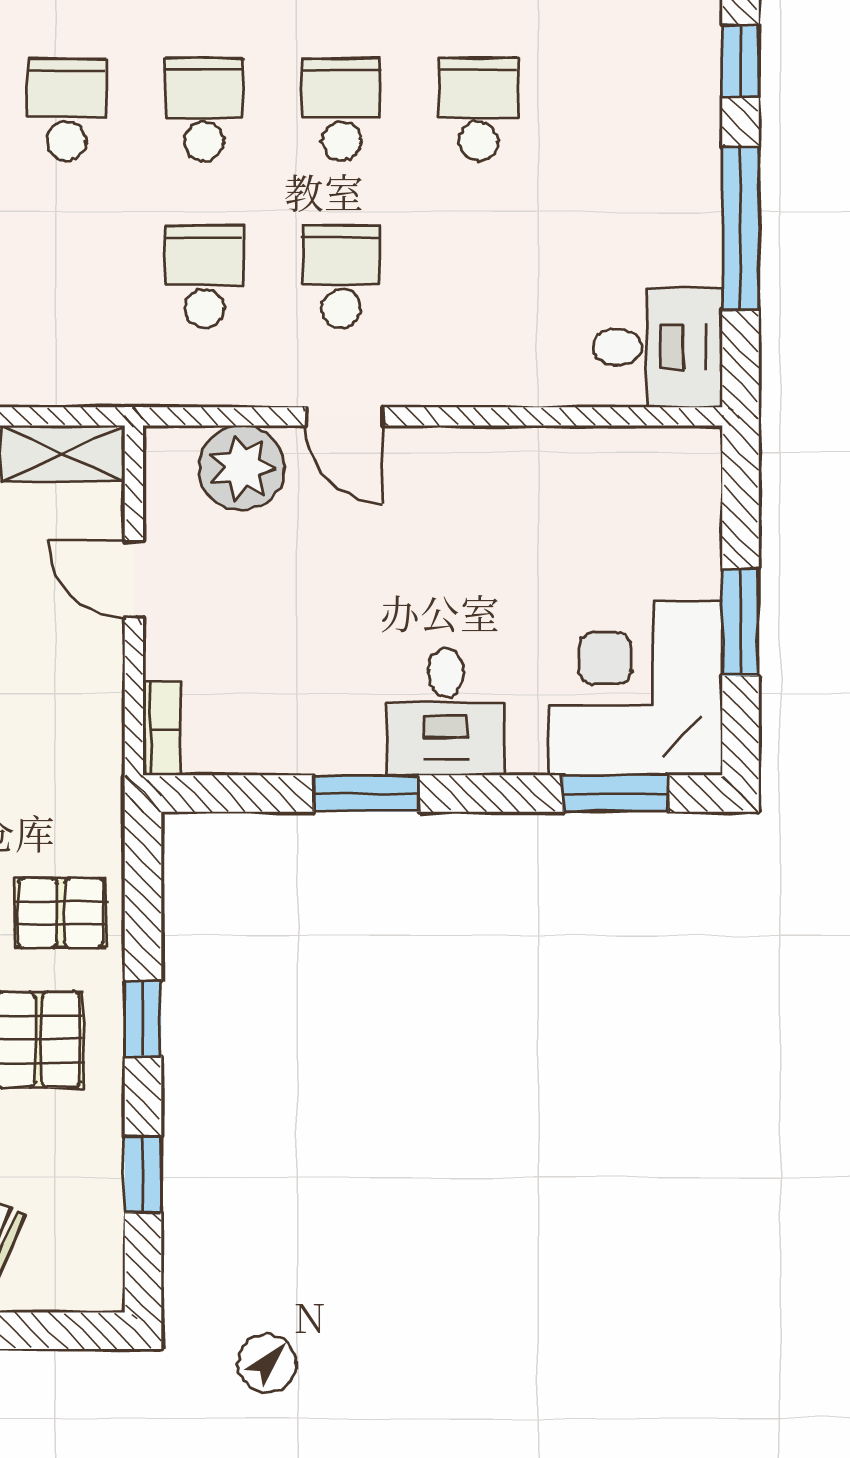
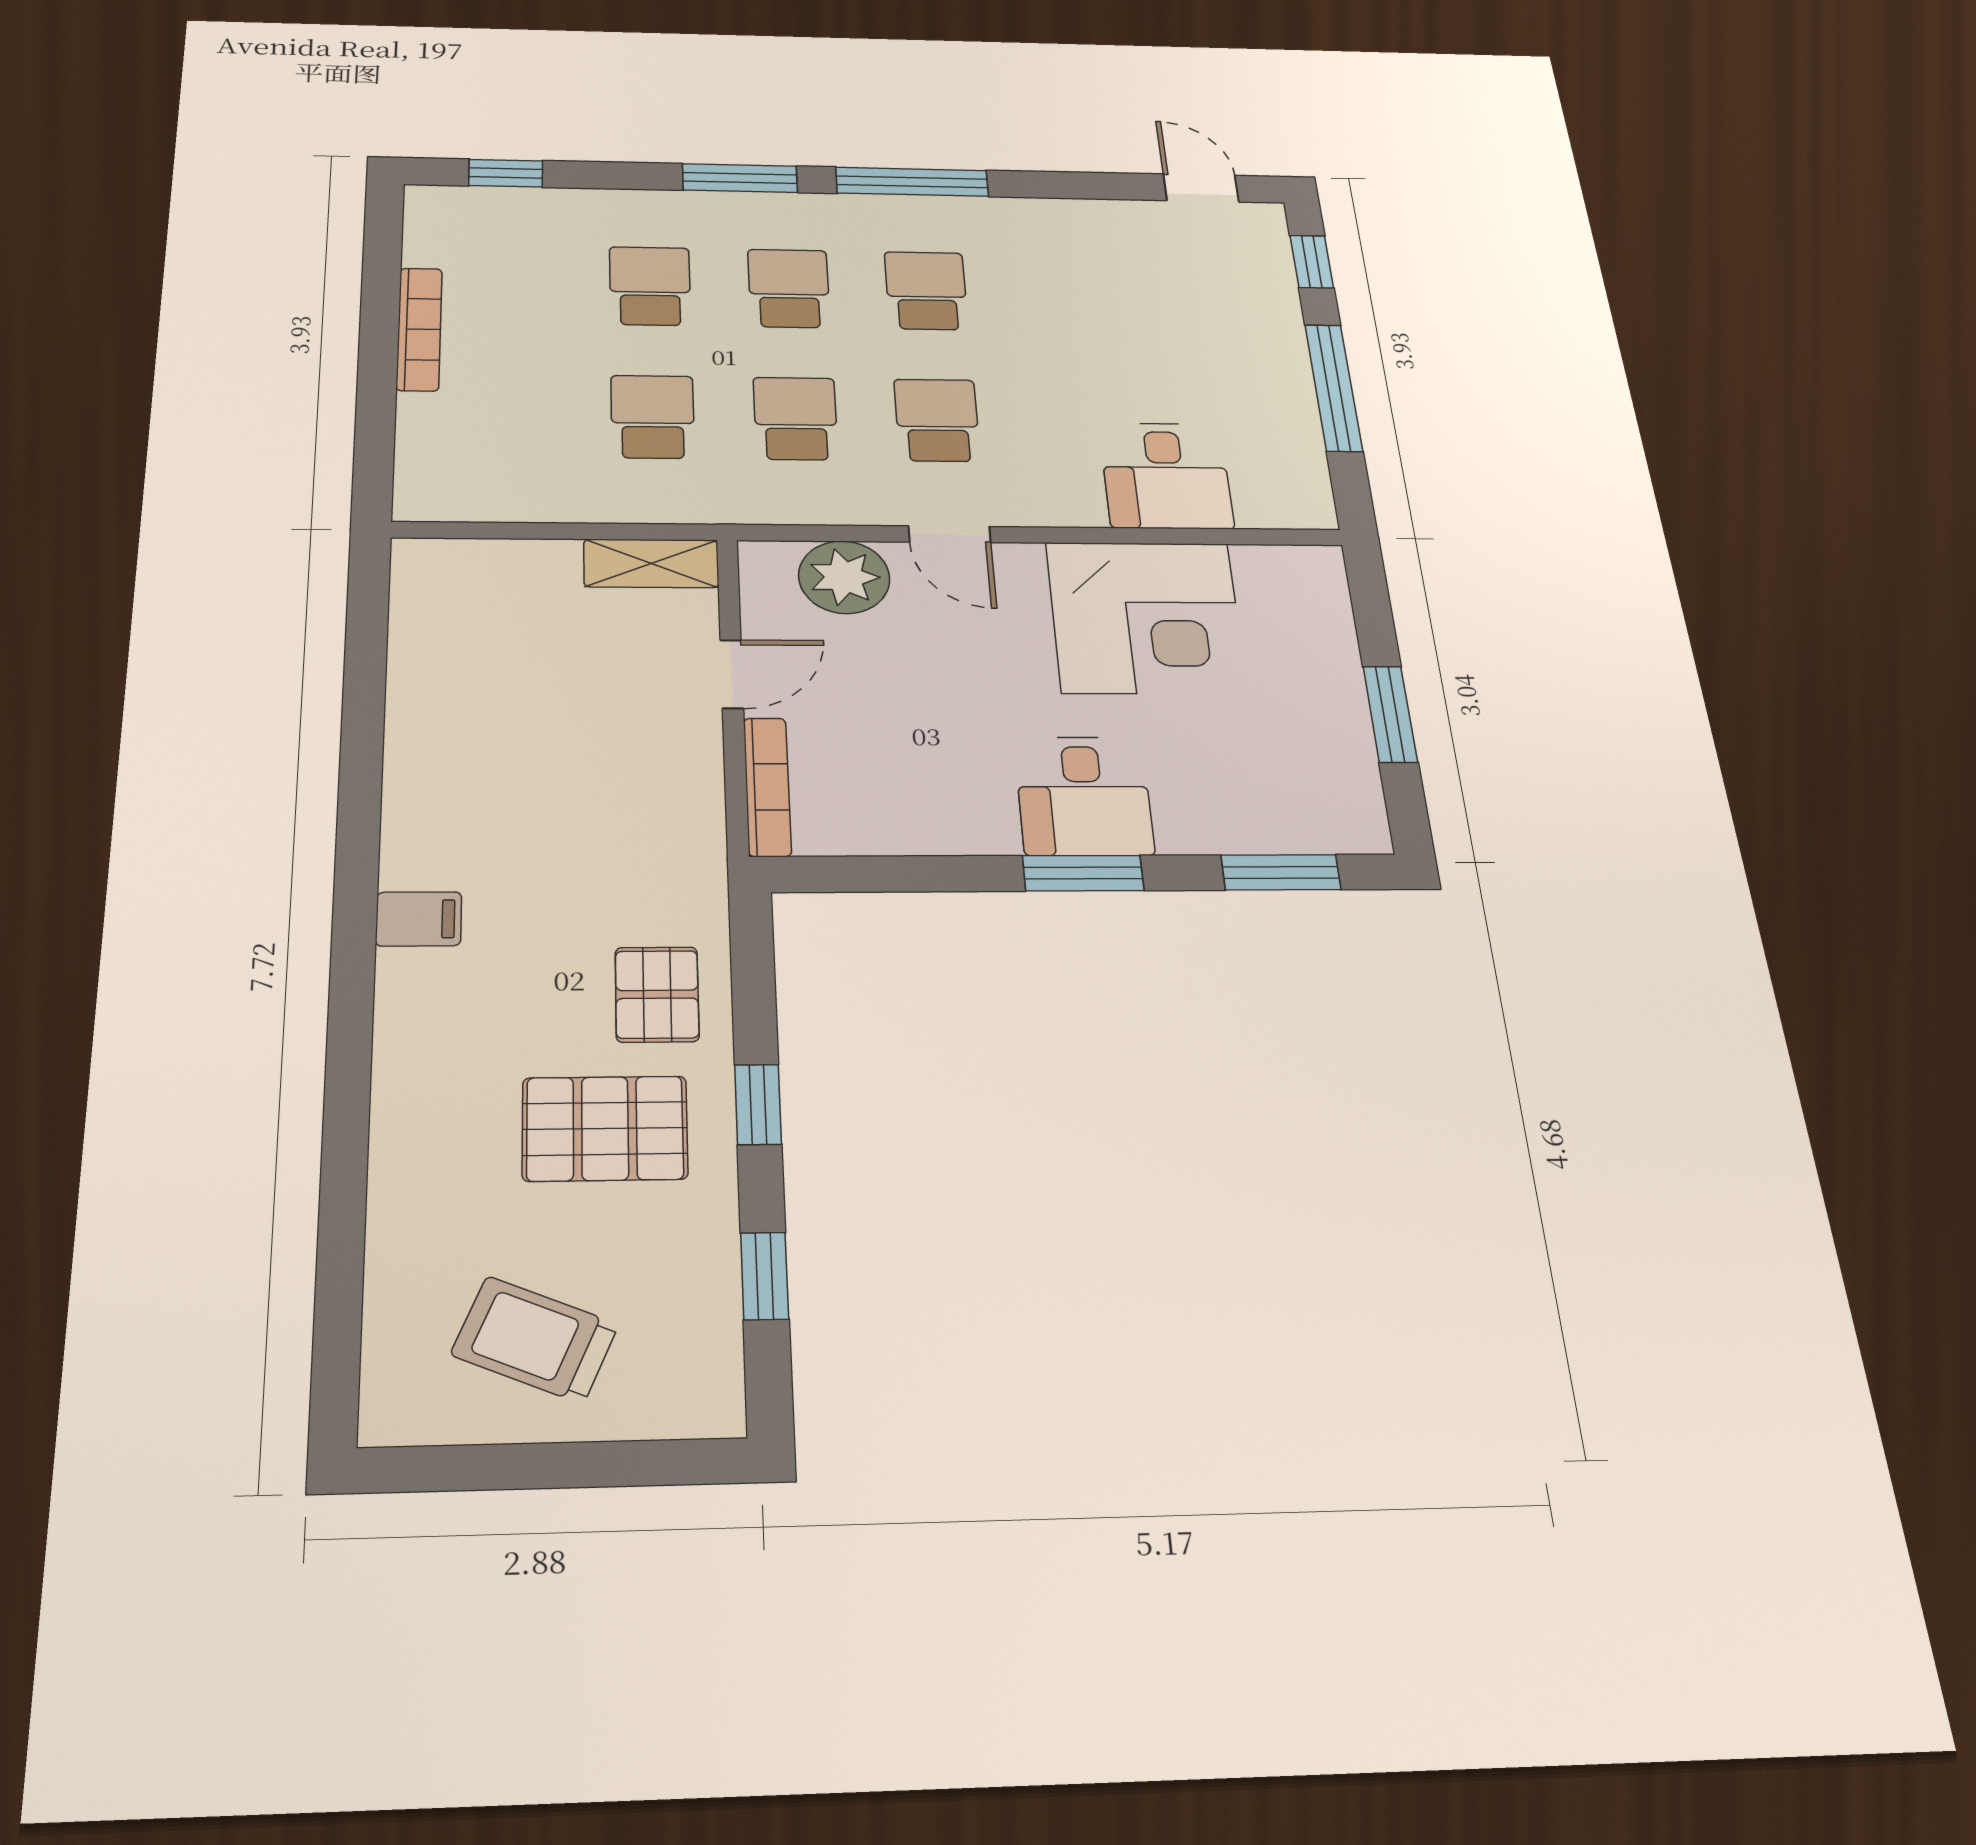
school desk: (479, 109) -> (653, 417), moved
desk: (658, 347) -> (1166, 476), moved, turned 90
door: (134, 579) -> (732, 674), swing flipped
corner desk: (635, 688) -> (1146, 617), moved, turned 180
bookcase: (162, 728) -> (767, 787), width x1.56
window: (366, 794) -> (1083, 873), moved
pallet: (61, 913) -> (657, 994), turned 90

